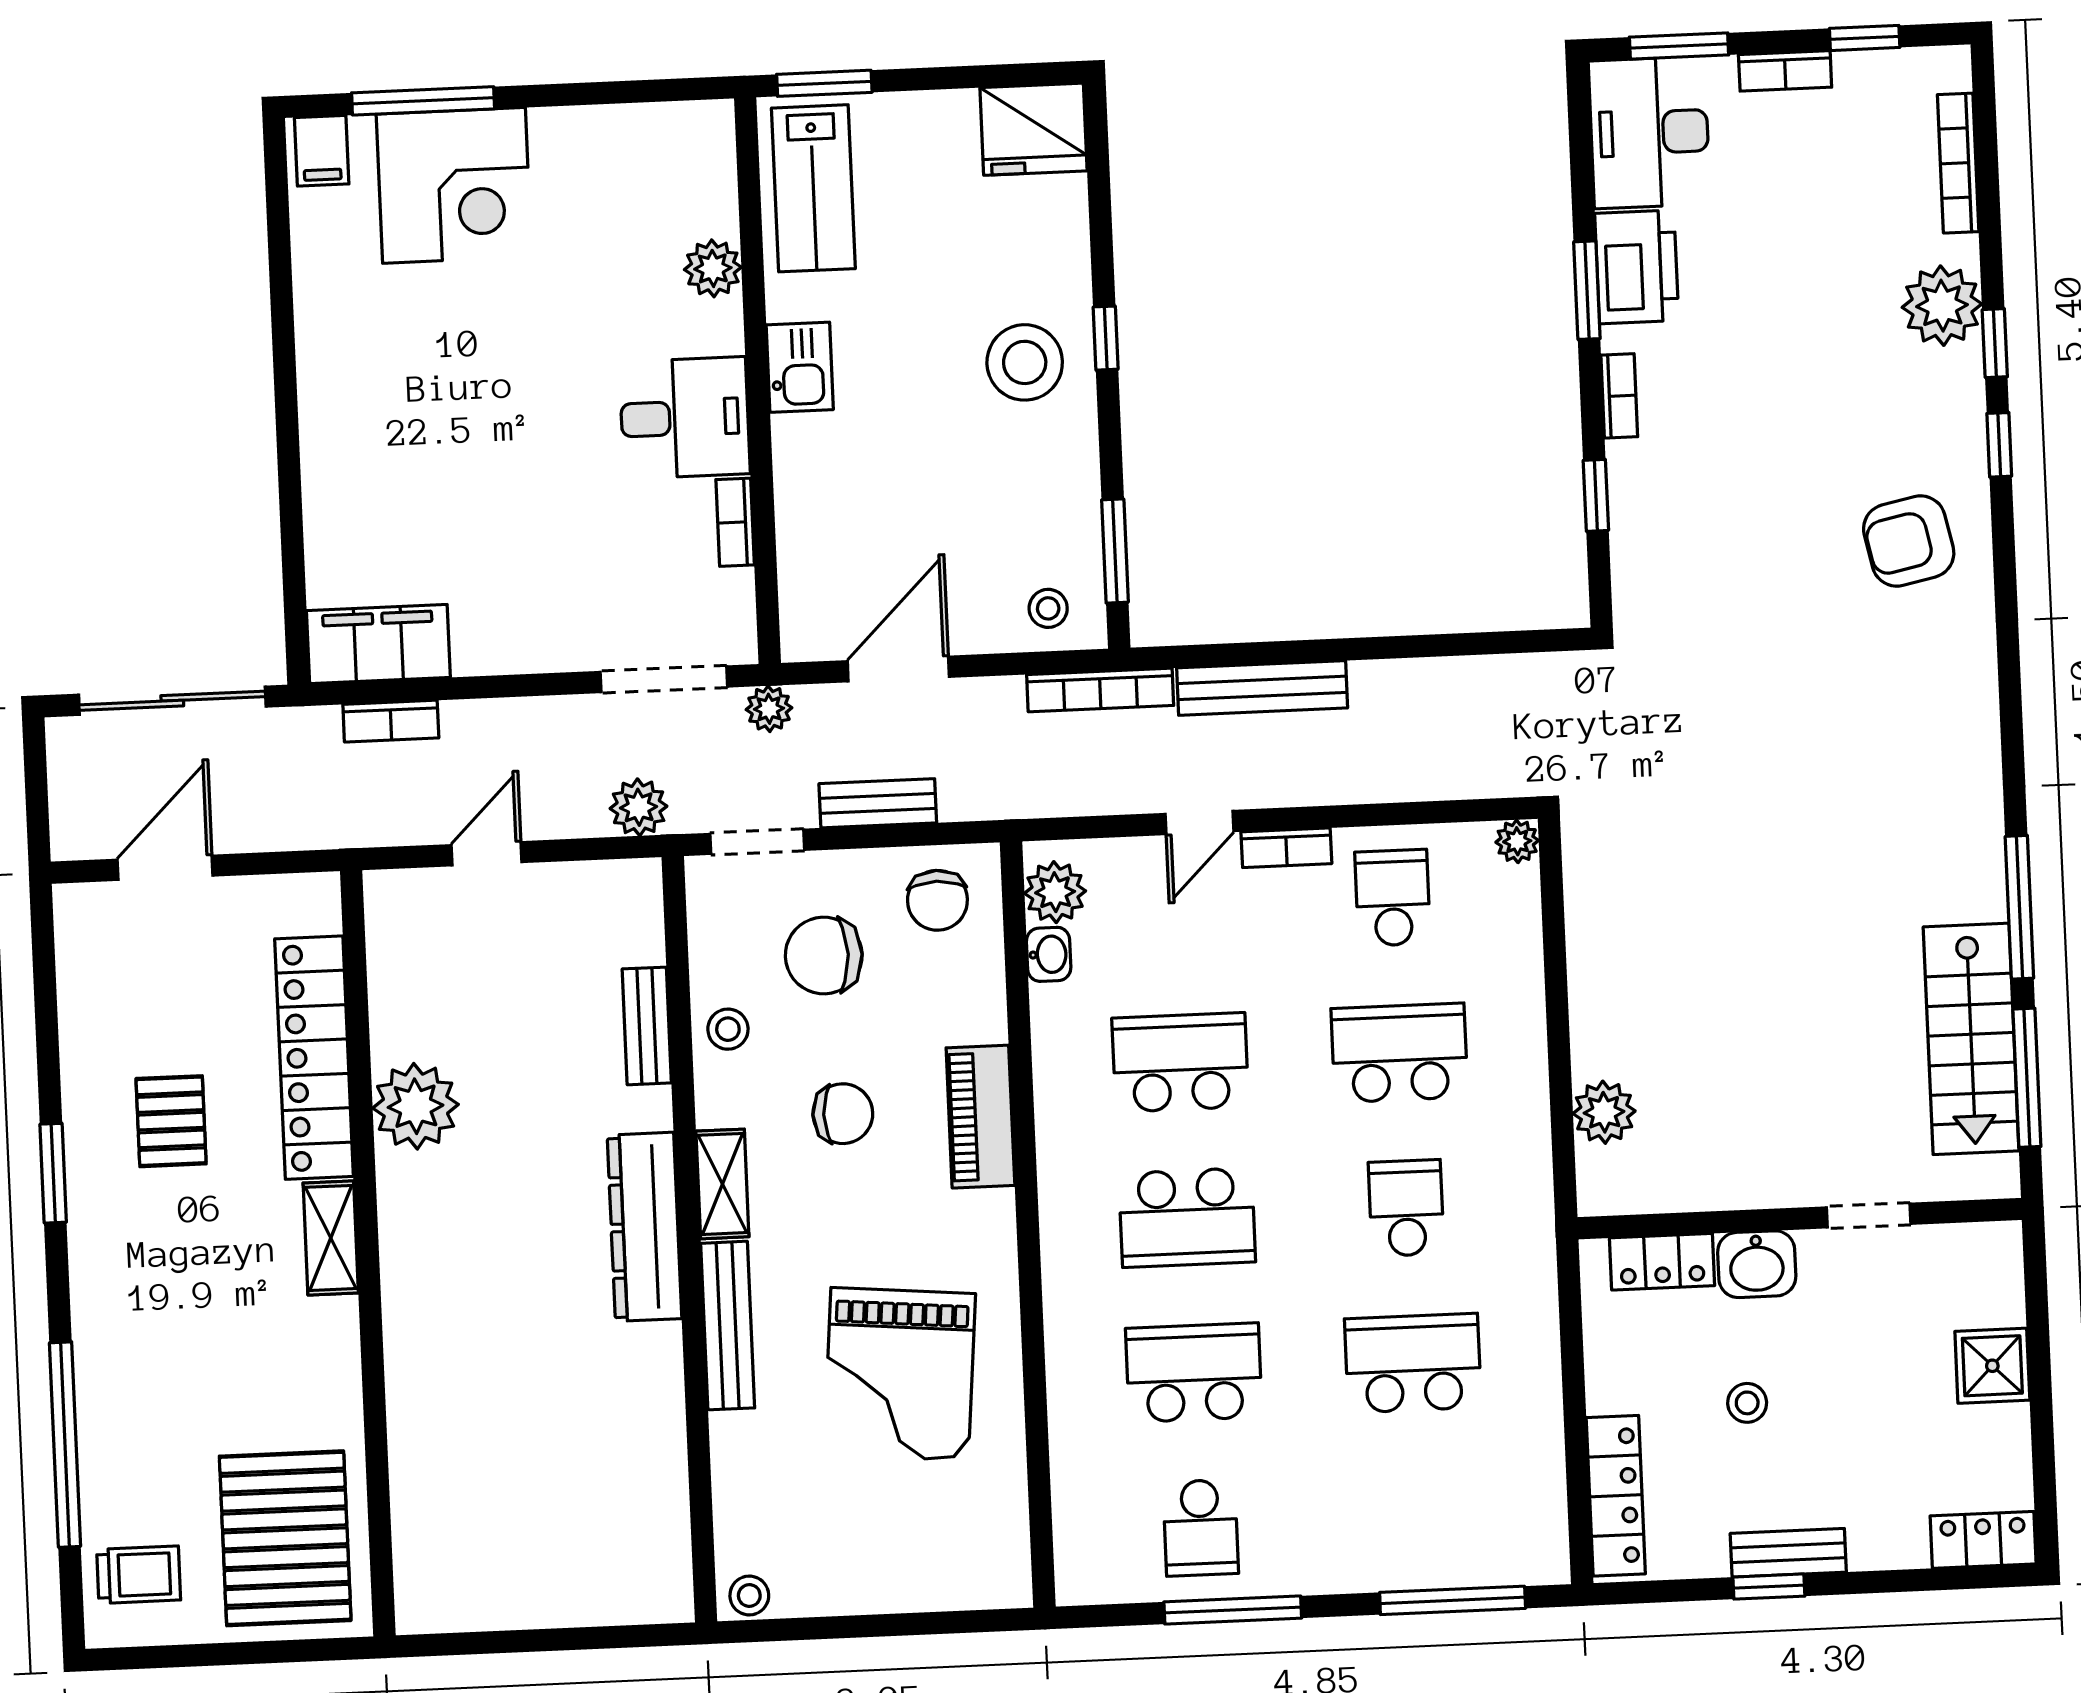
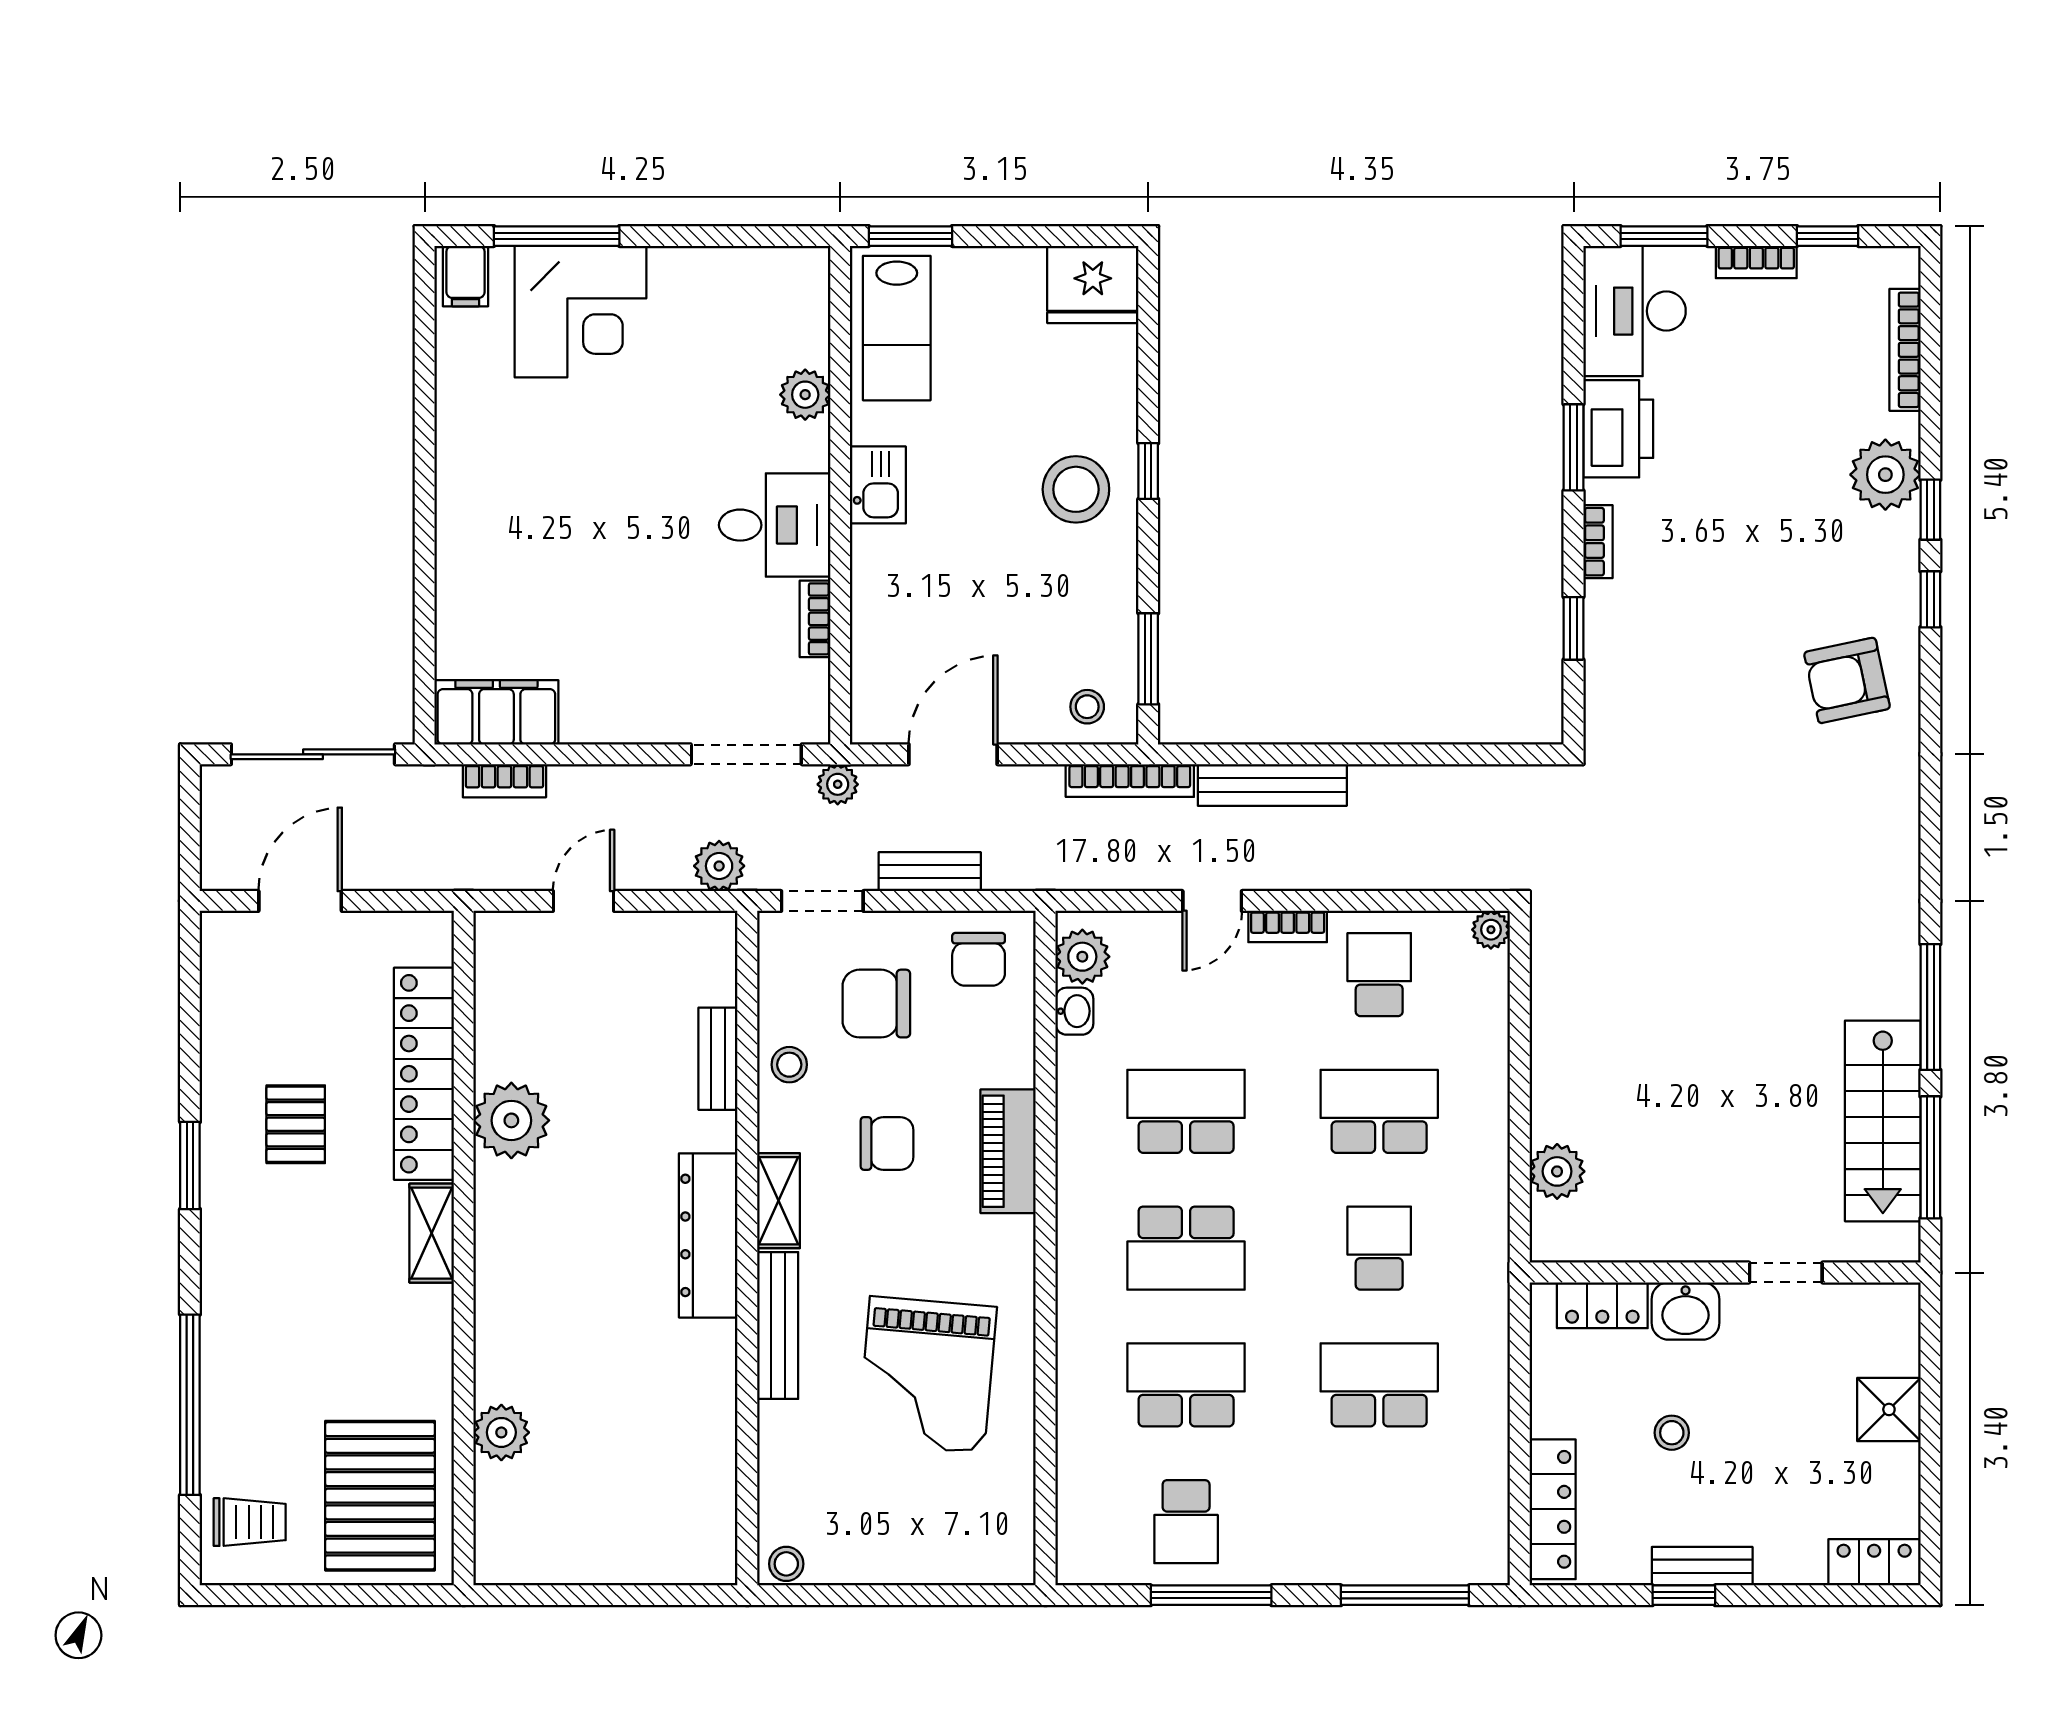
plant: (420, 1461) -> (501, 1432), added

